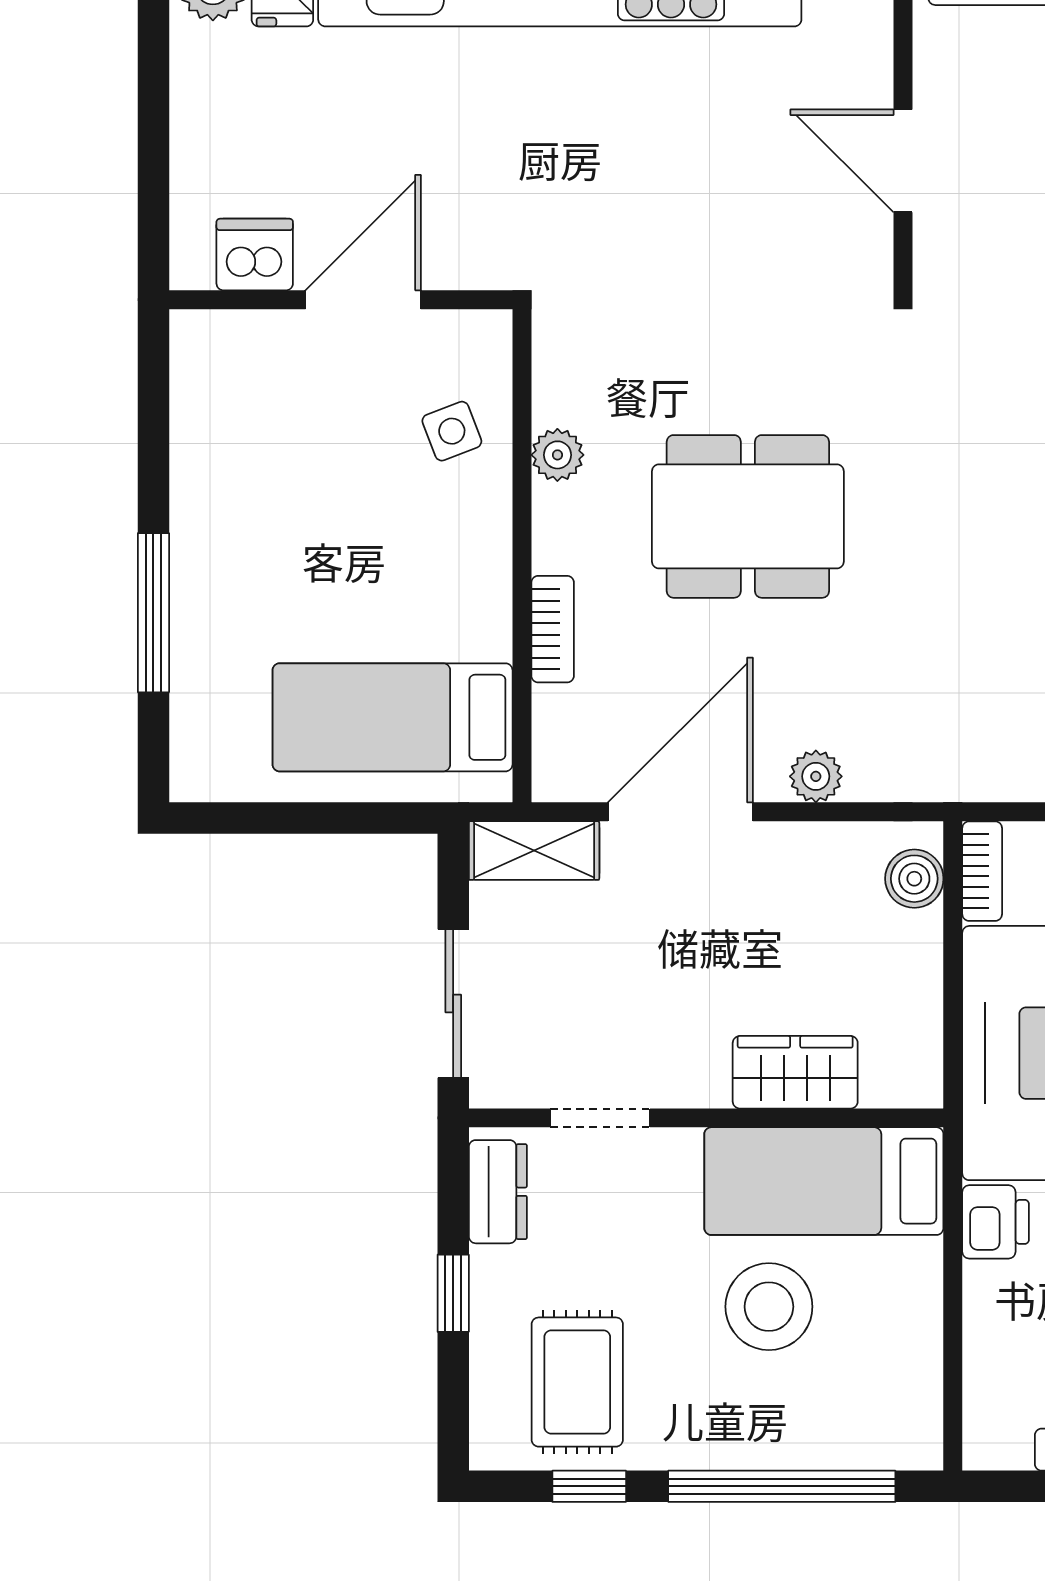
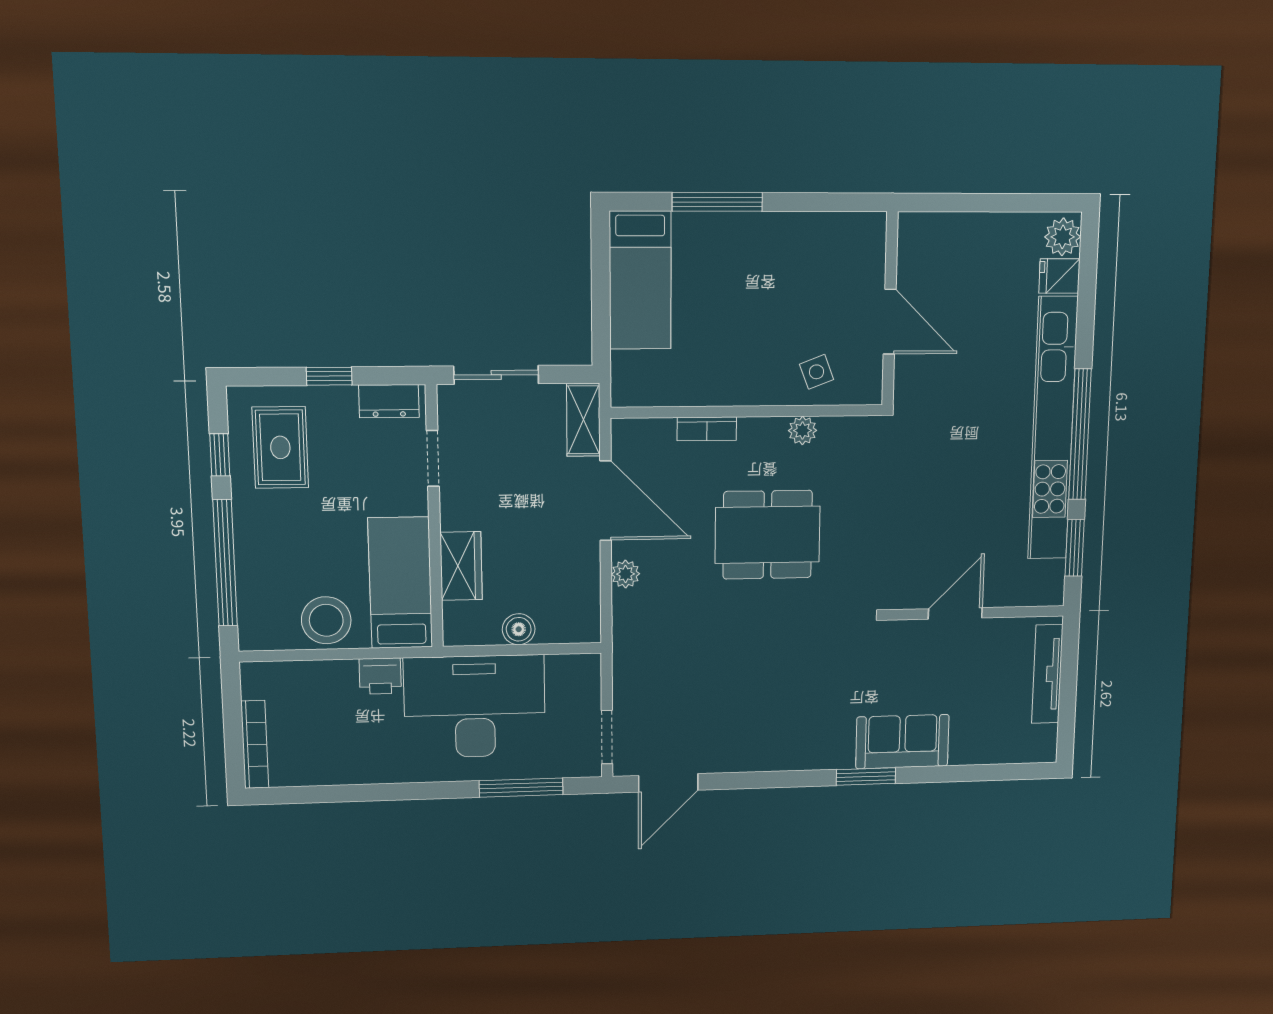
dishwasher: (255, 255) -> (916, 260), removed
dining table: (748, 516) -> (768, 535), turned 90
bed: (393, 717) -> (640, 280), moved, turned 180
bookcase: (982, 871) -> (574, 664), removed
boiler: (914, 879) -> (519, 629), moved
stool: (769, 1307) -> (326, 620), moved
rug: (577, 1382) -> (280, 447), turned 90

